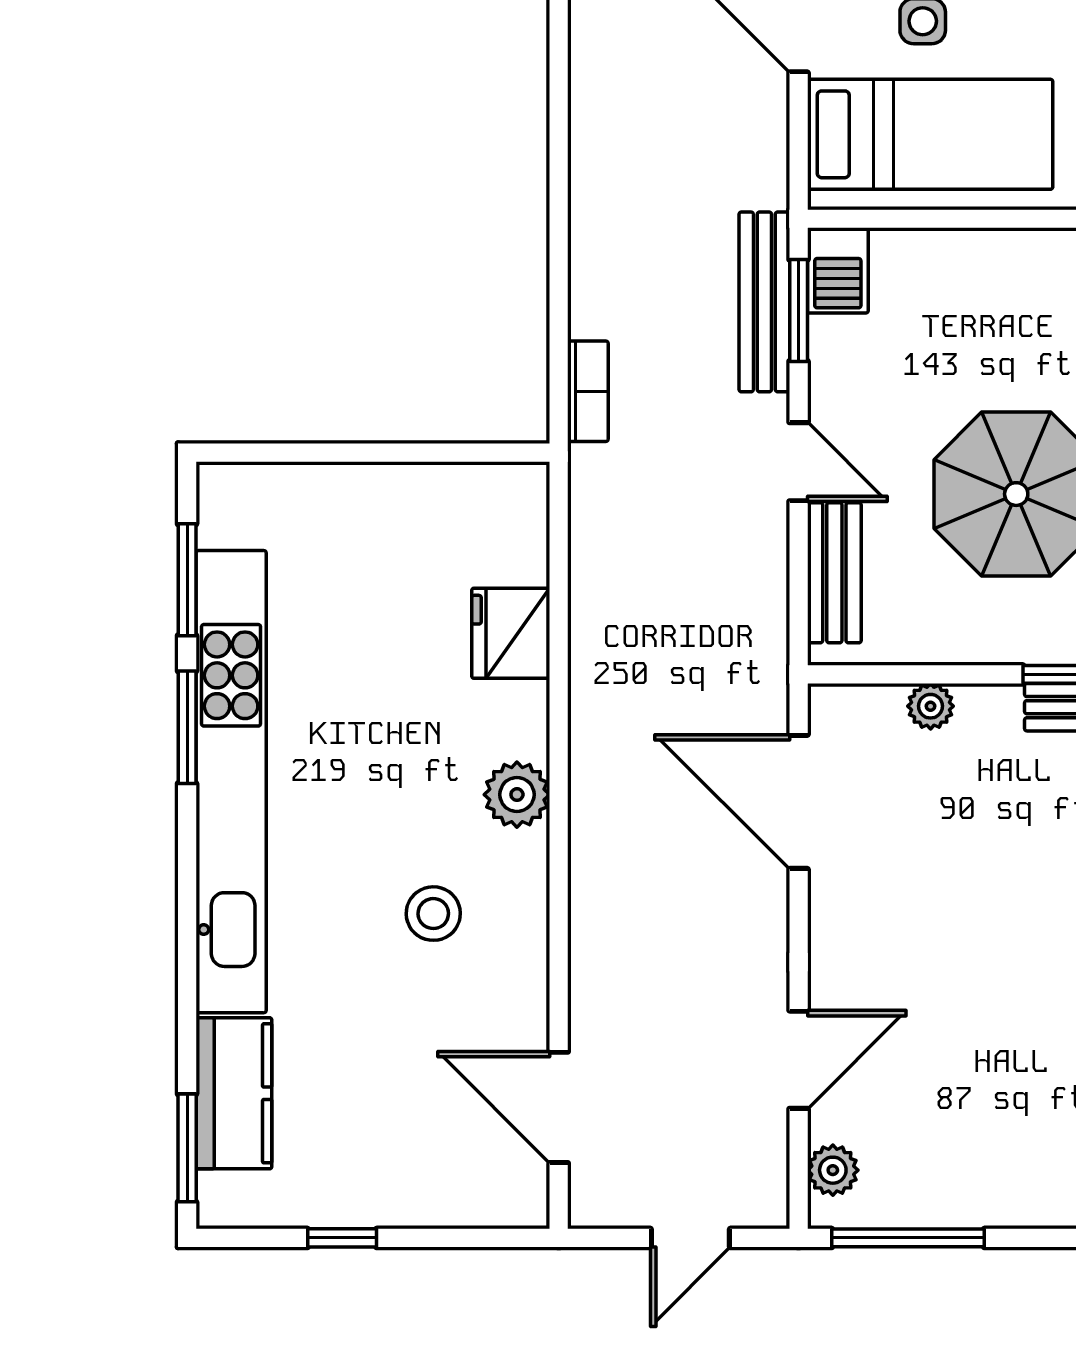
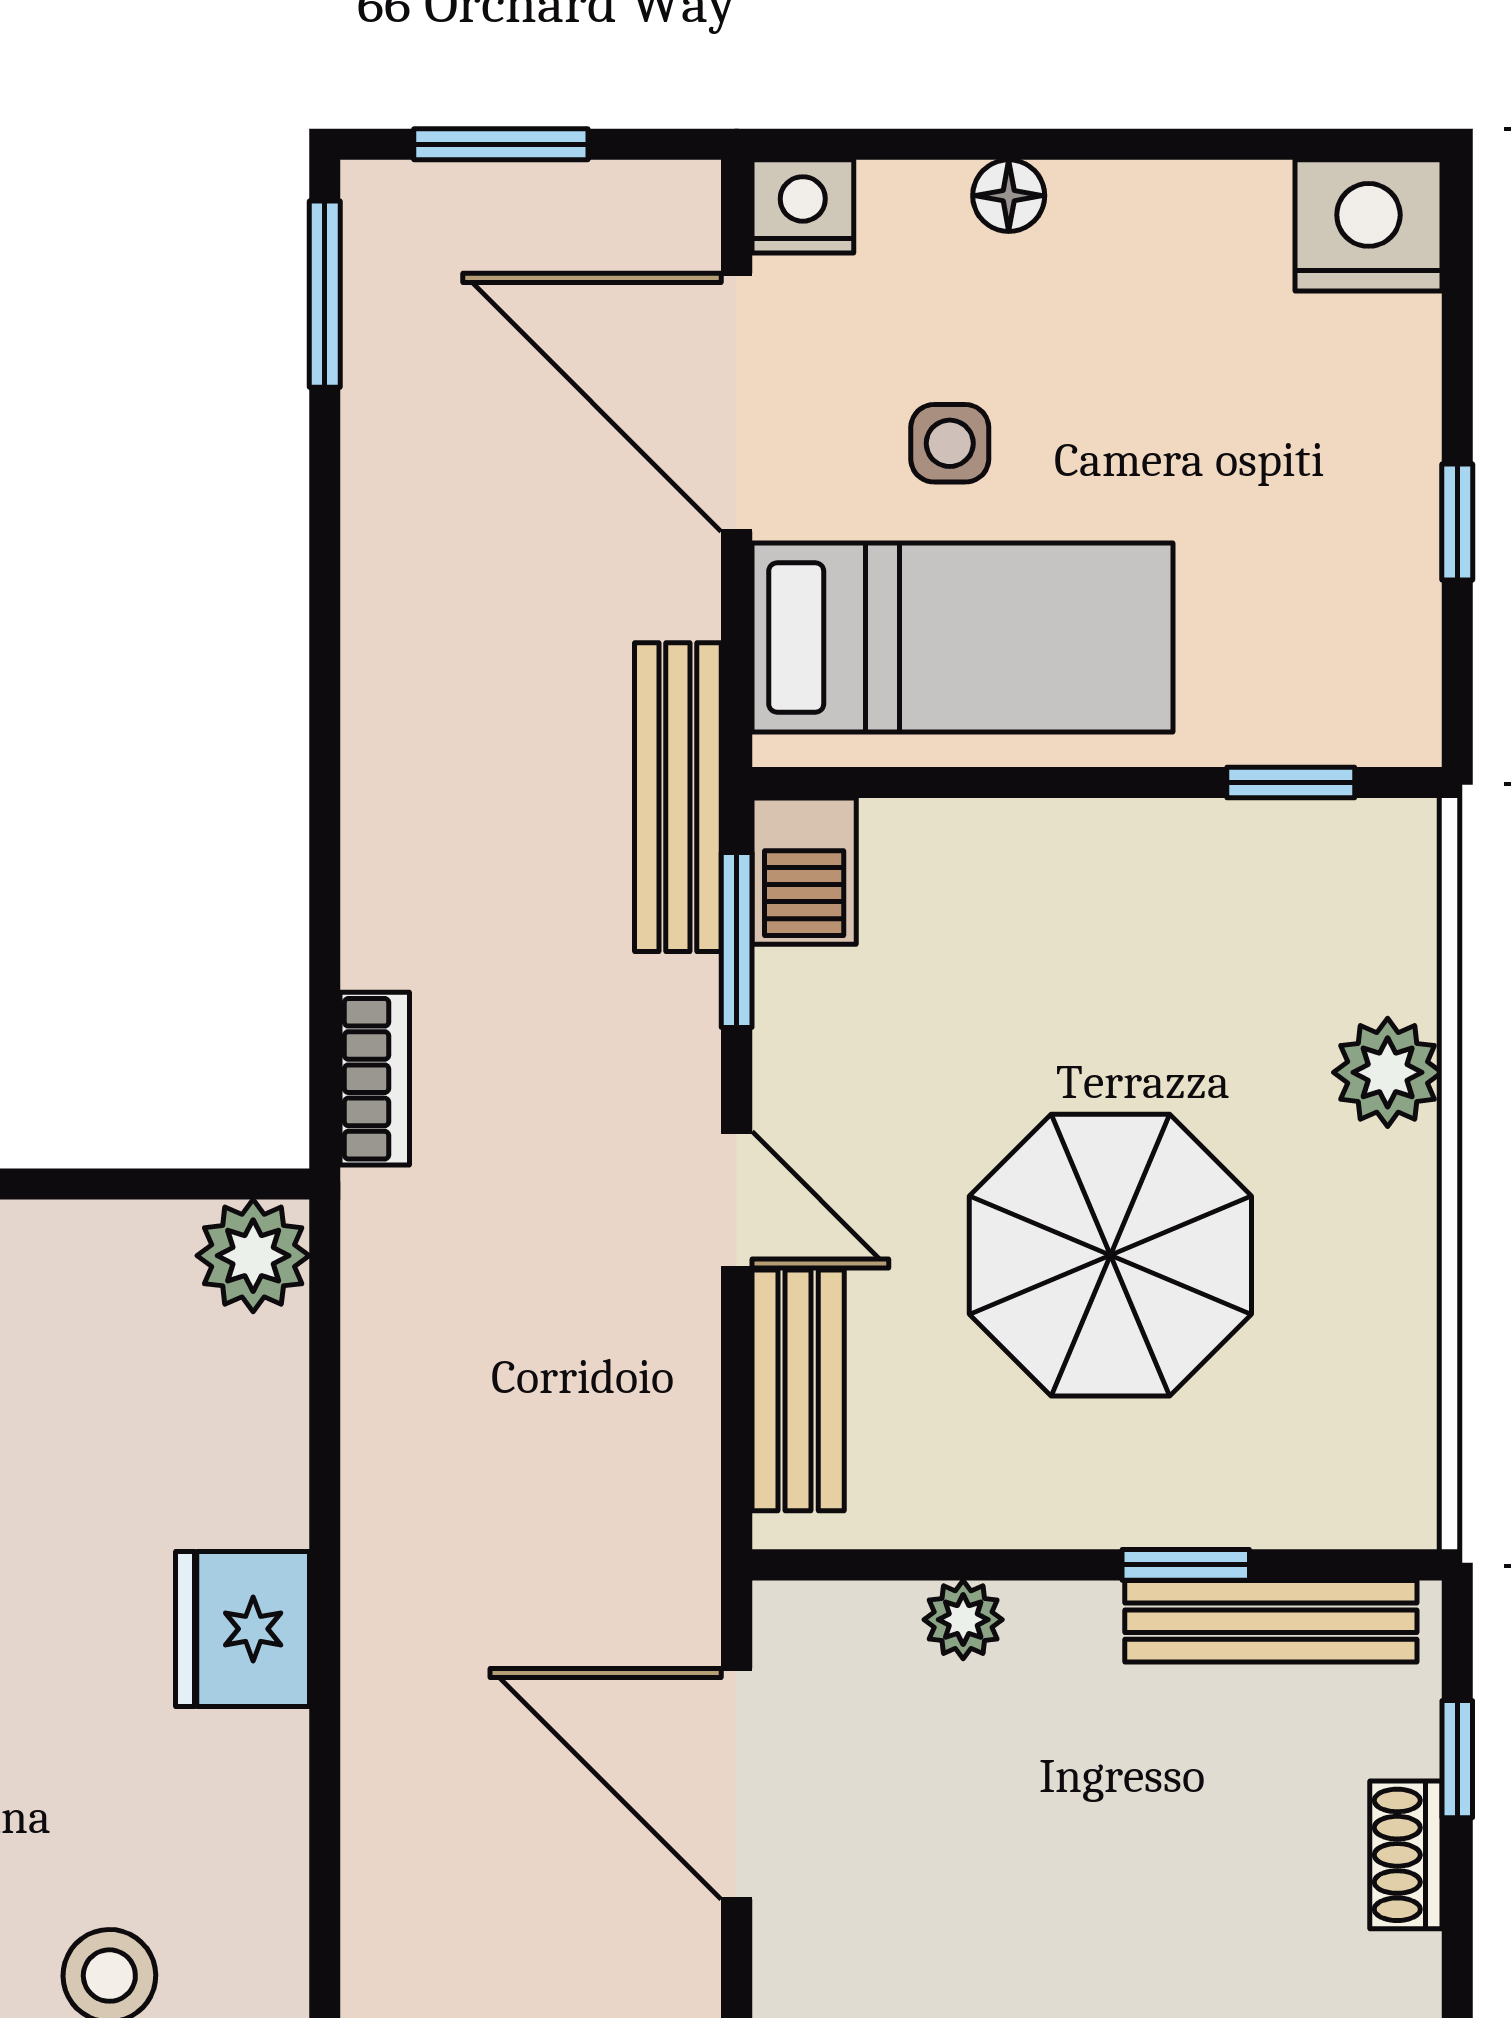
bench: (764, 302) -> (678, 797), moved
fridge: (511, 633) -> (242, 1629), moved
plant: (517, 795) -> (253, 1256), moved

